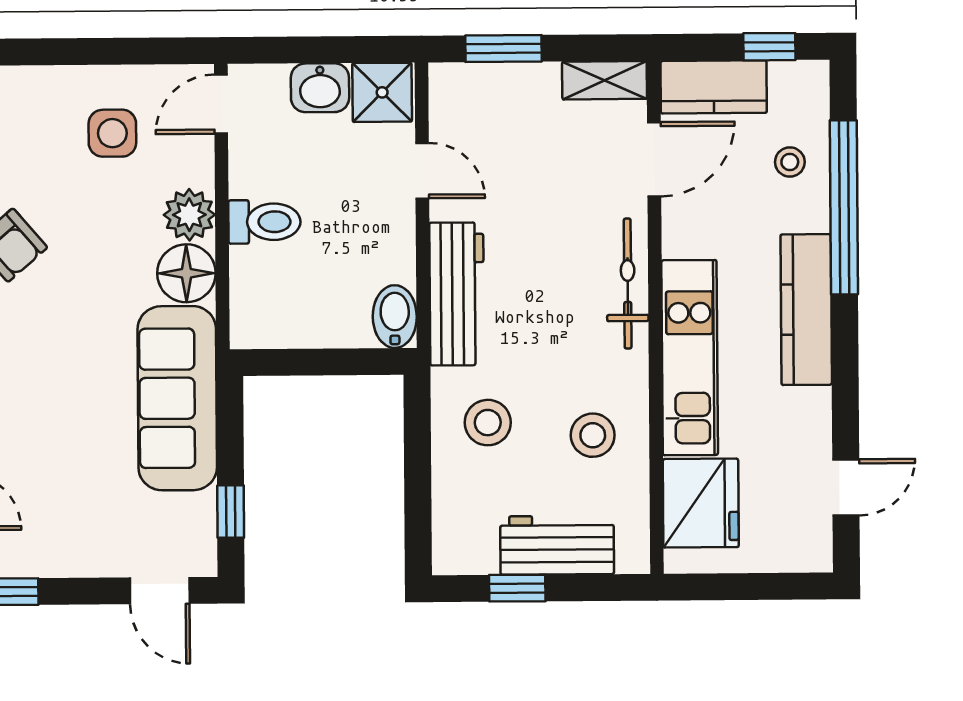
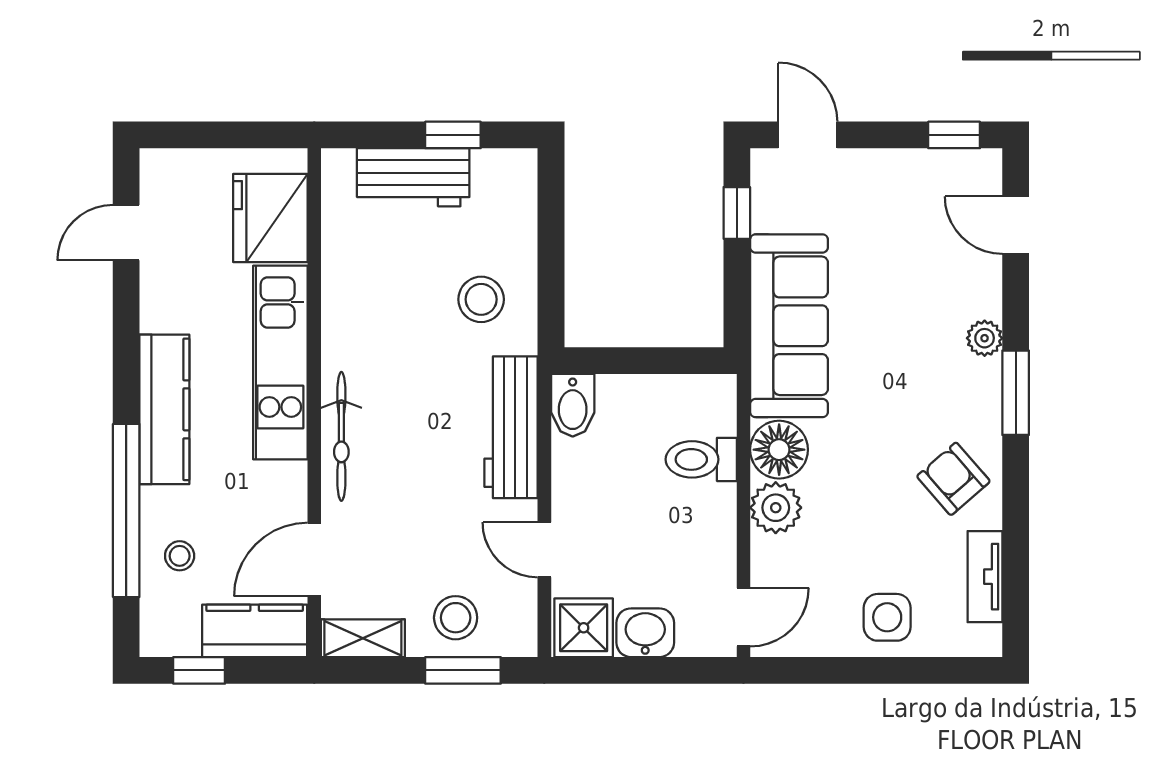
side table: (112, 133) -> (887, 617), moved
toilet: (264, 222) -> (701, 459), moved
stool: (593, 435) -> (456, 618), moved

